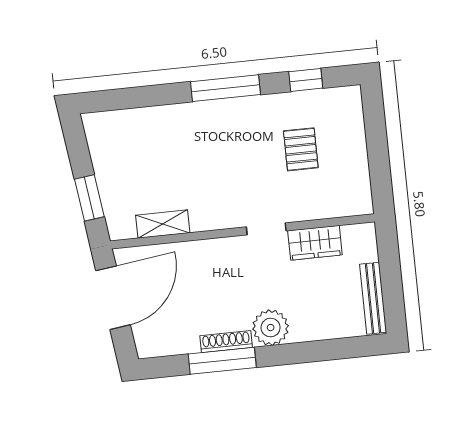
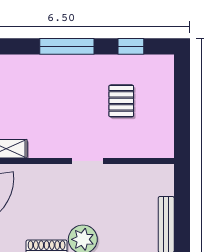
wardrobe: (315, 243) -> (125, 176), removed

